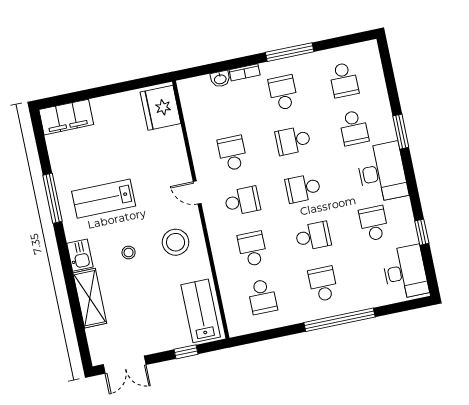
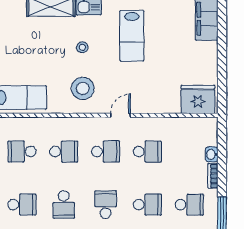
school desk: (293, 140) -> (147, 205), turned 90
lab bench: (104, 199) -> (132, 36), turned 180
school desk: (242, 201) -> (106, 152), turned -90

